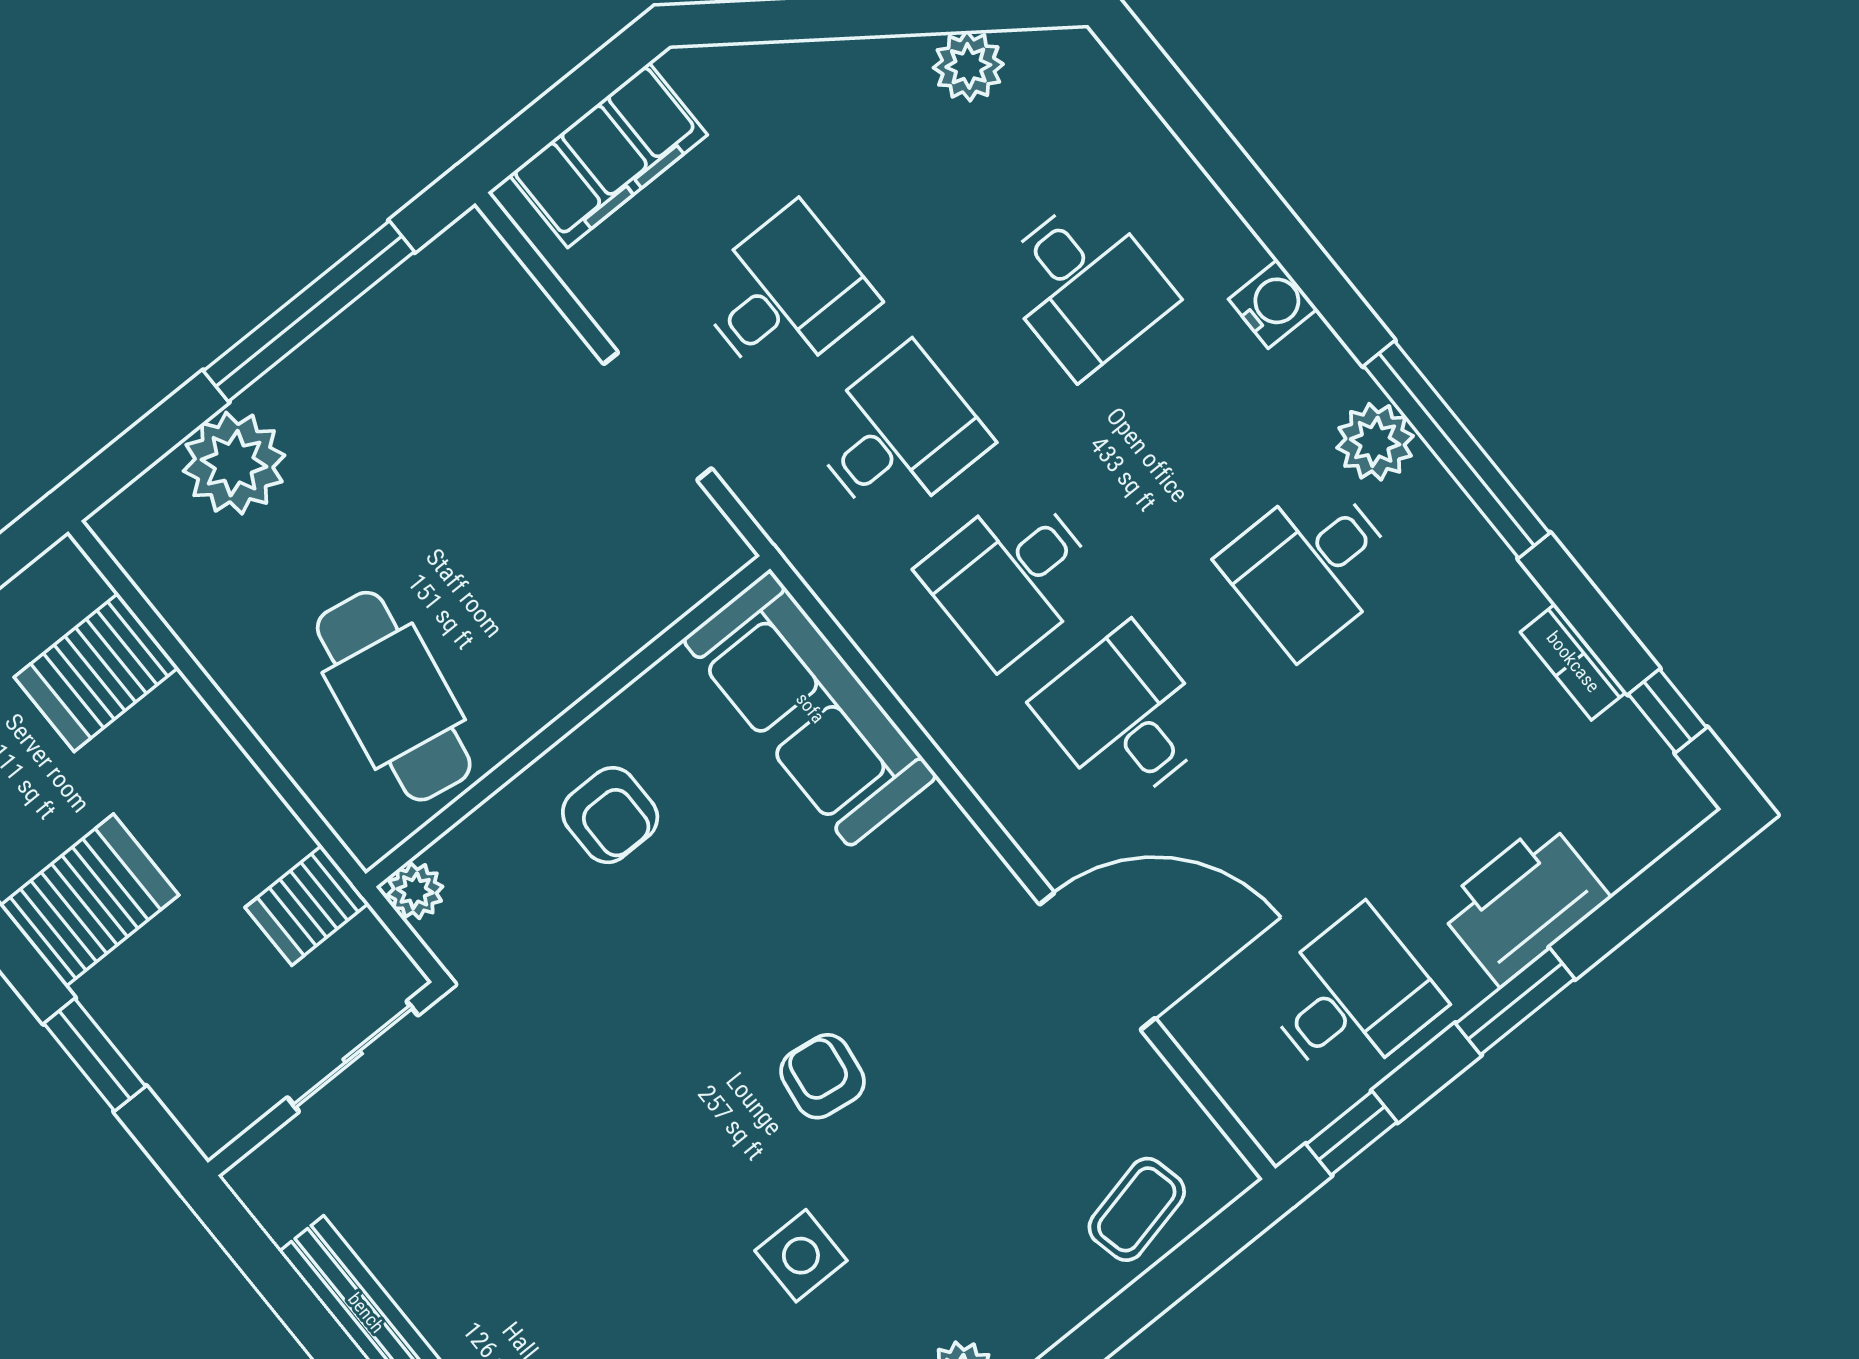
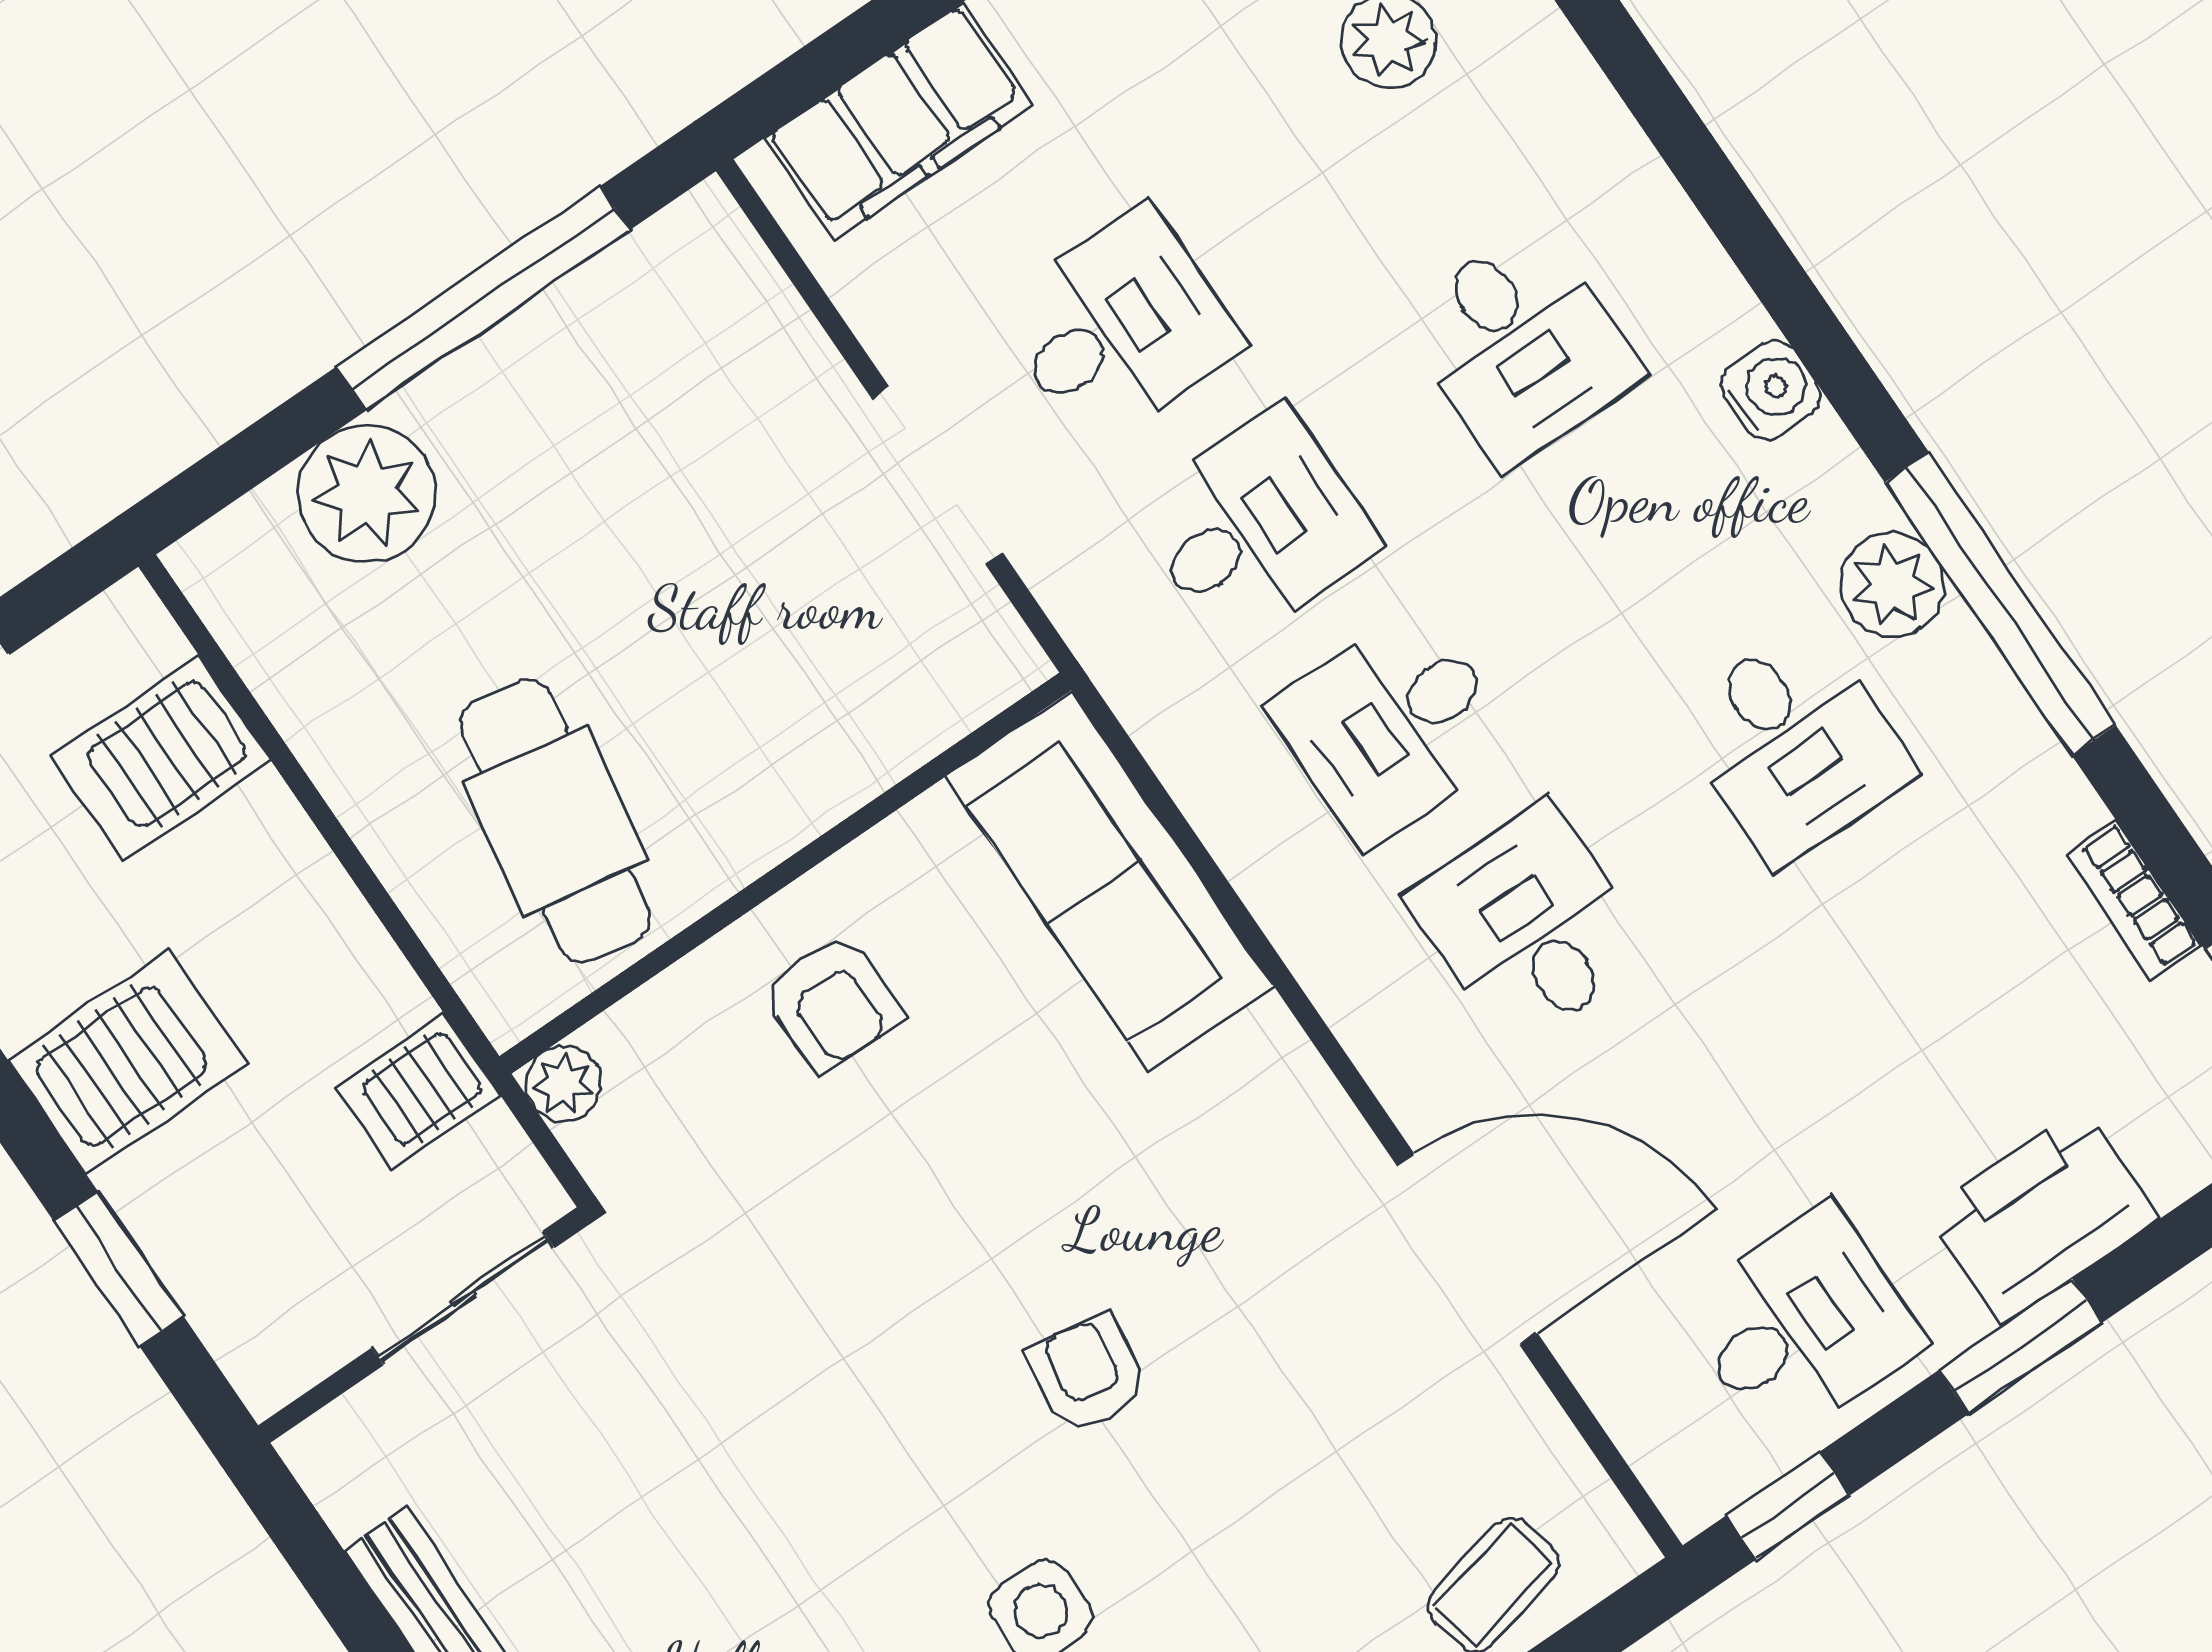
desk: (1311, 566) -> (1793, 744), turned -90

